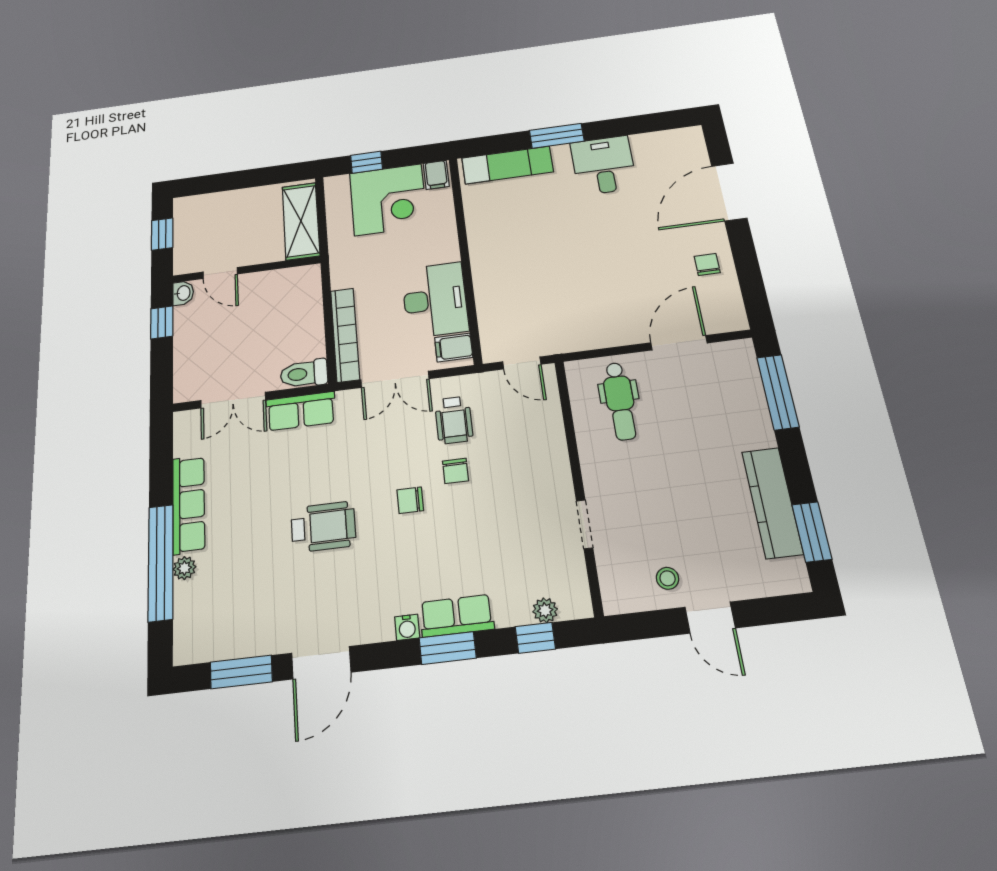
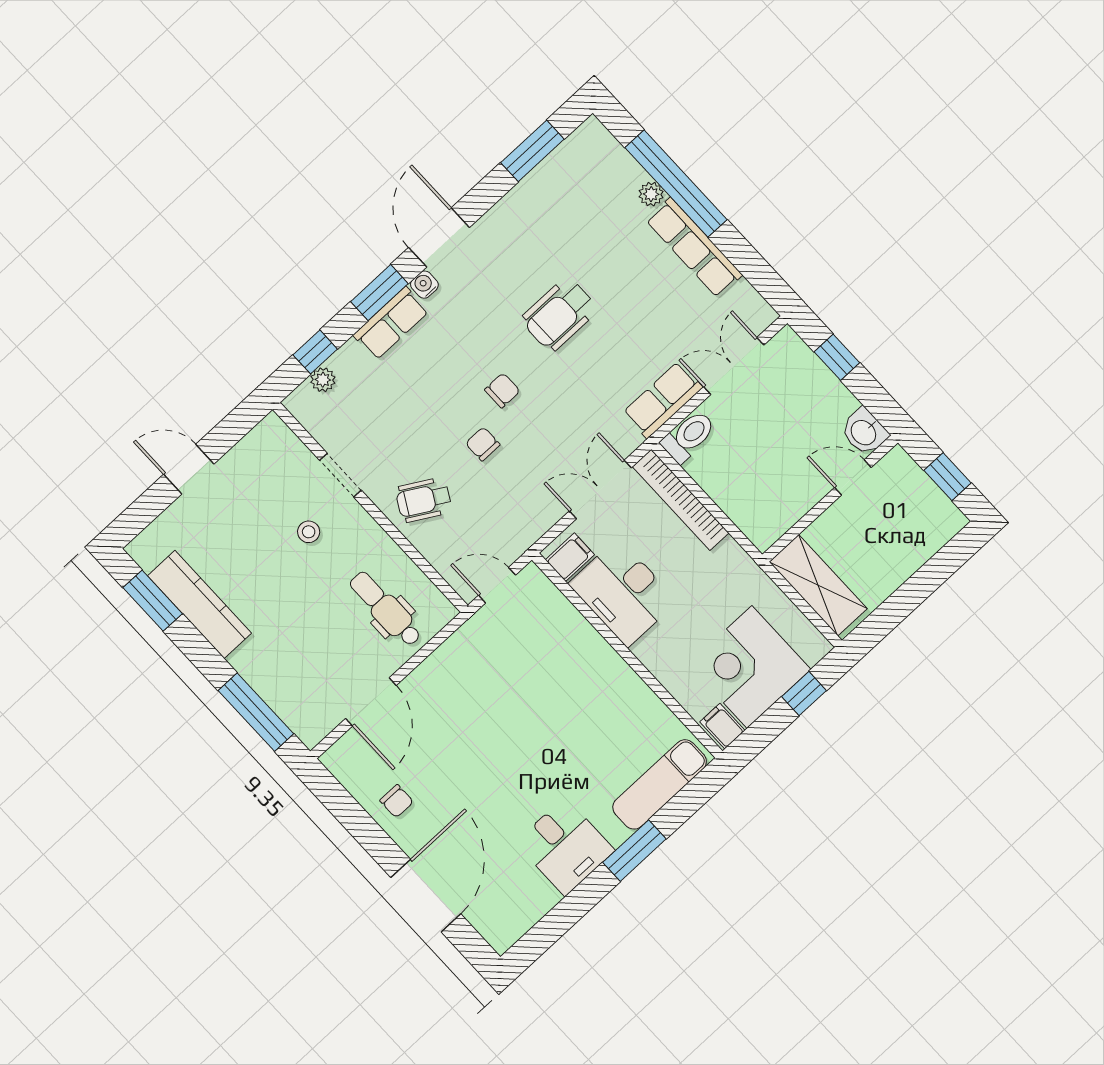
washbasin: (183, 293) -> (864, 432), width x1.38, depth x1.45
window: (162, 322) -> (837, 357), moved
wheelchair: (454, 420) -> (424, 500), moved, turned -60
stool: (668, 578) -> (309, 532), moved
door: (321, 663) -> (439, 237), moved

